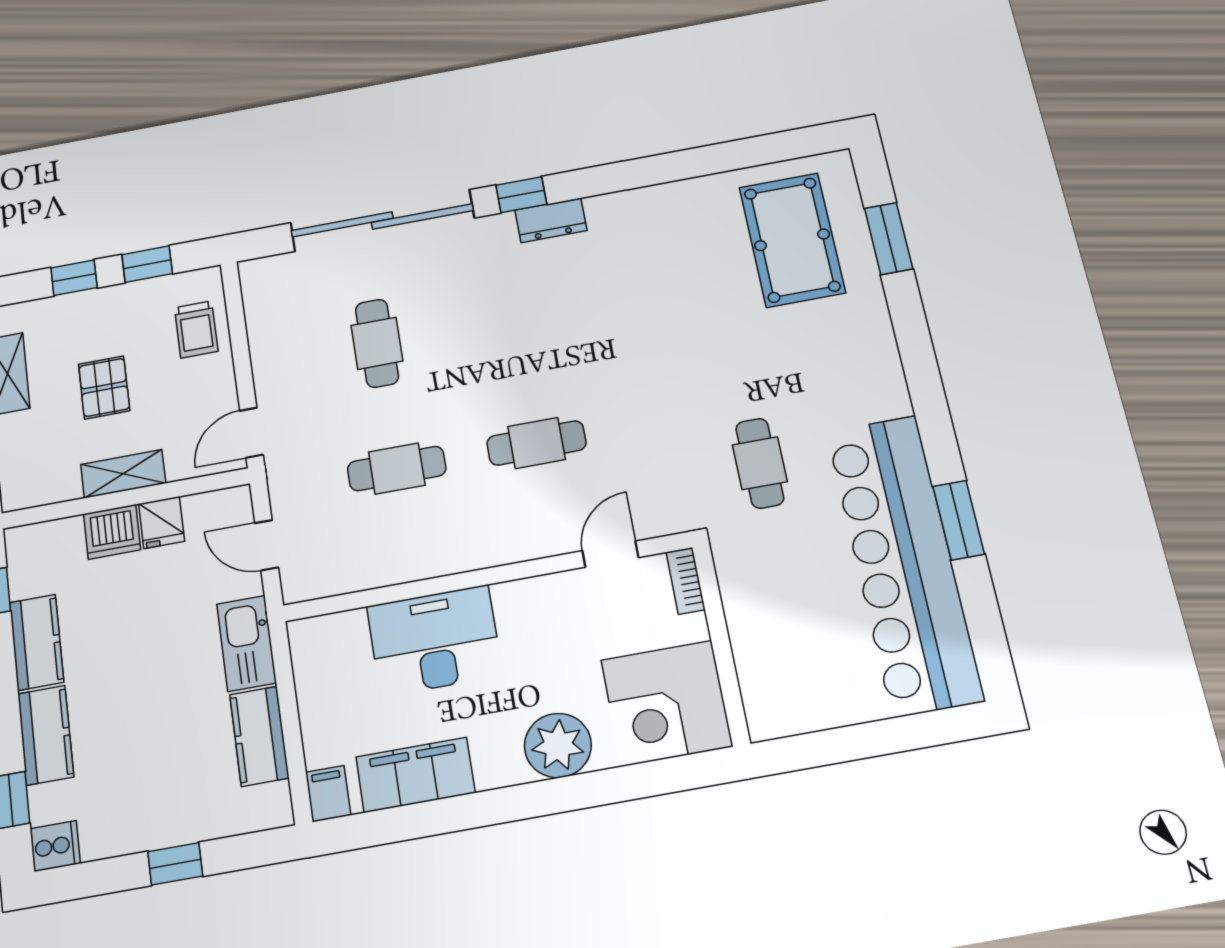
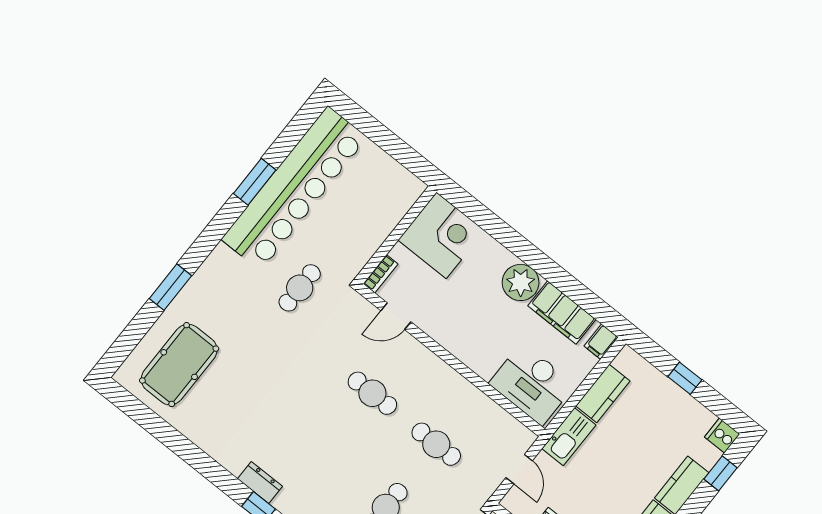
window: (889, 239) -> (170, 287), moved
desk: (434, 641) -> (532, 384), moved
plant: (558, 745) -> (521, 282), moved

